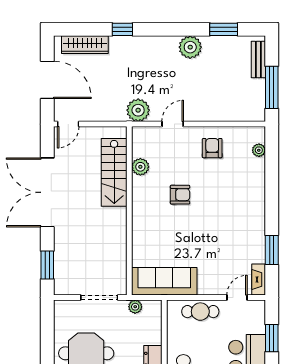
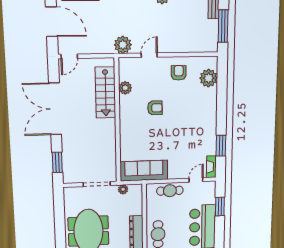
plant: (259, 150) -> (209, 78), width x1.88, depth x1.88

